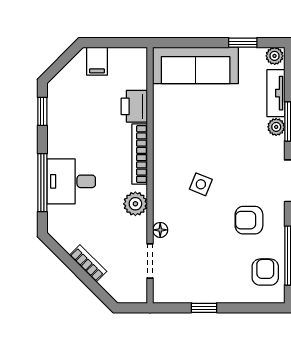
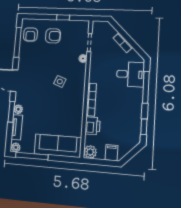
window: (243, 43) -> (32, 156), width x2.17
desk: (71, 181) -> (130, 74), moved
plant: (135, 204) -> (90, 152), moved
armchair: (249, 220) -> (53, 36), moved

